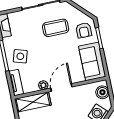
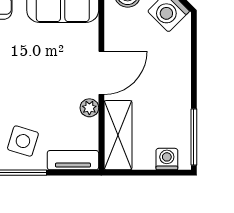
door: (61, 88) -> (101, 73), swing flipped

